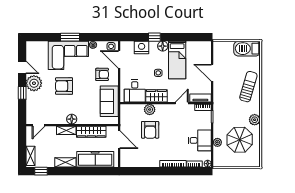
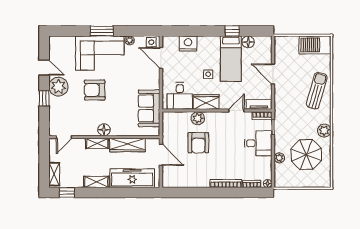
window: (154, 37) -> (232, 31), moved
floor lamp: (163, 46) -> (248, 42), moved
armchair: (102, 74) -> (140, 76), removed
desk: (200, 140) -> (258, 143), moved

